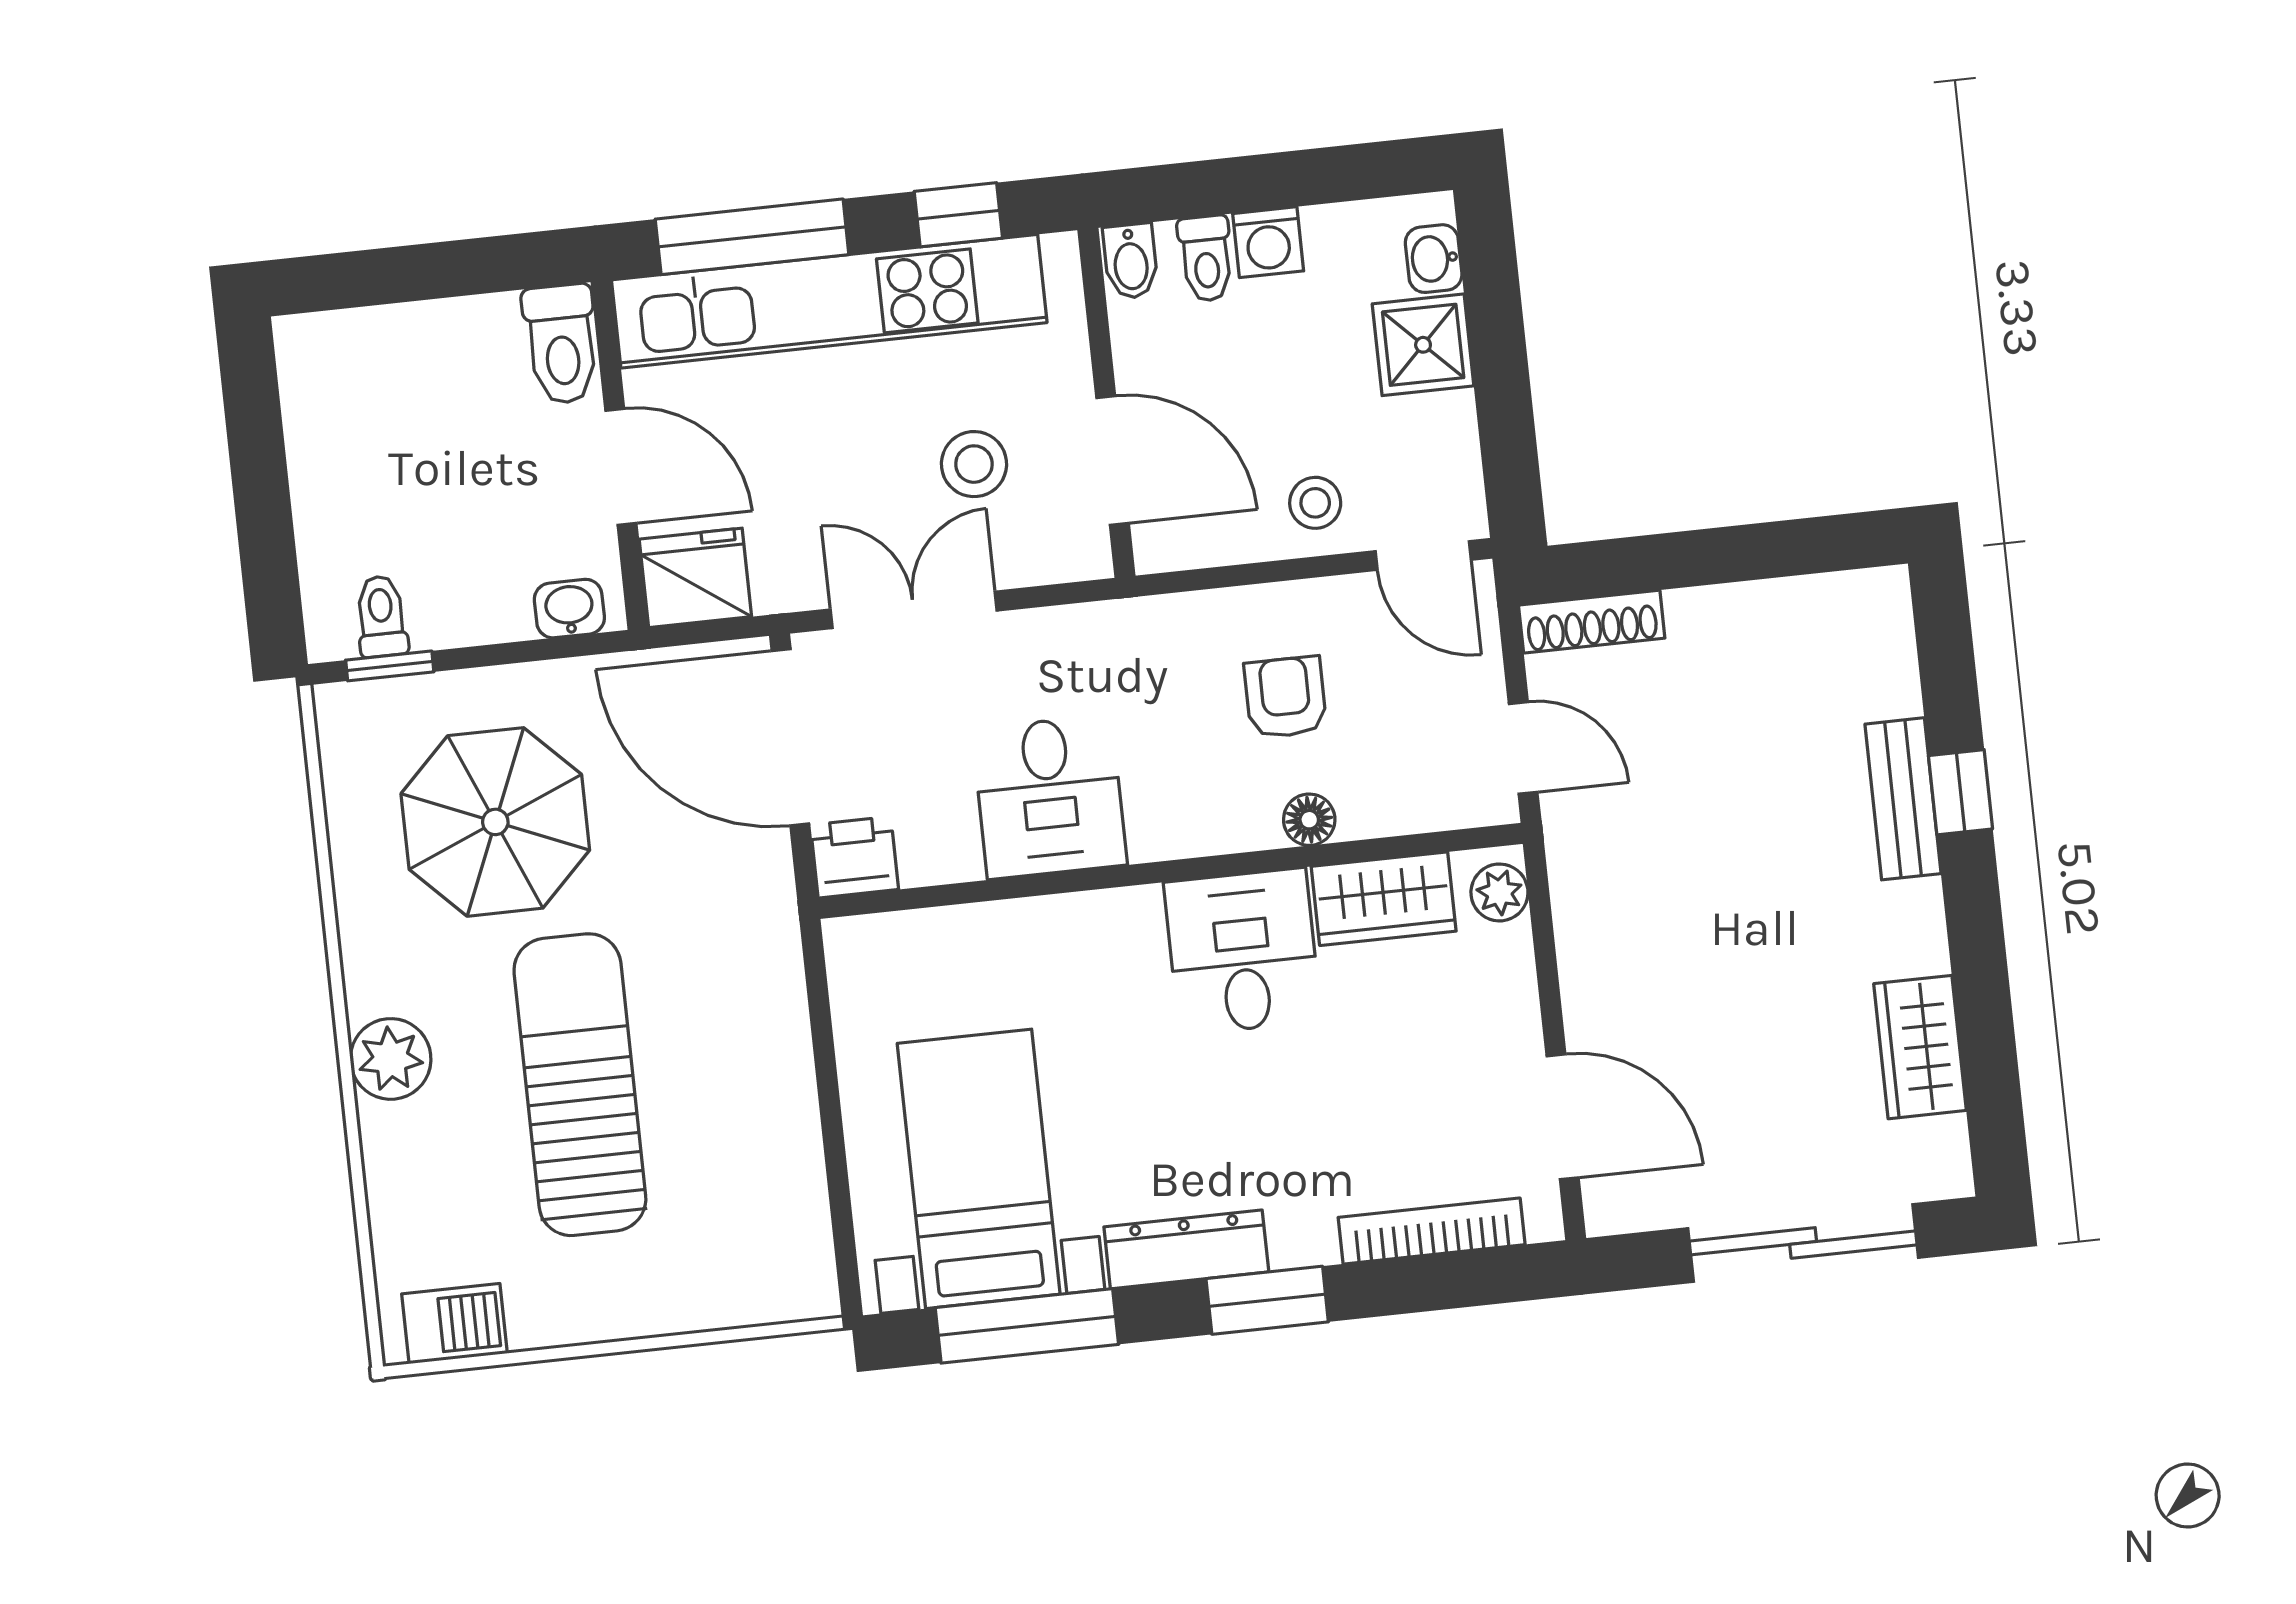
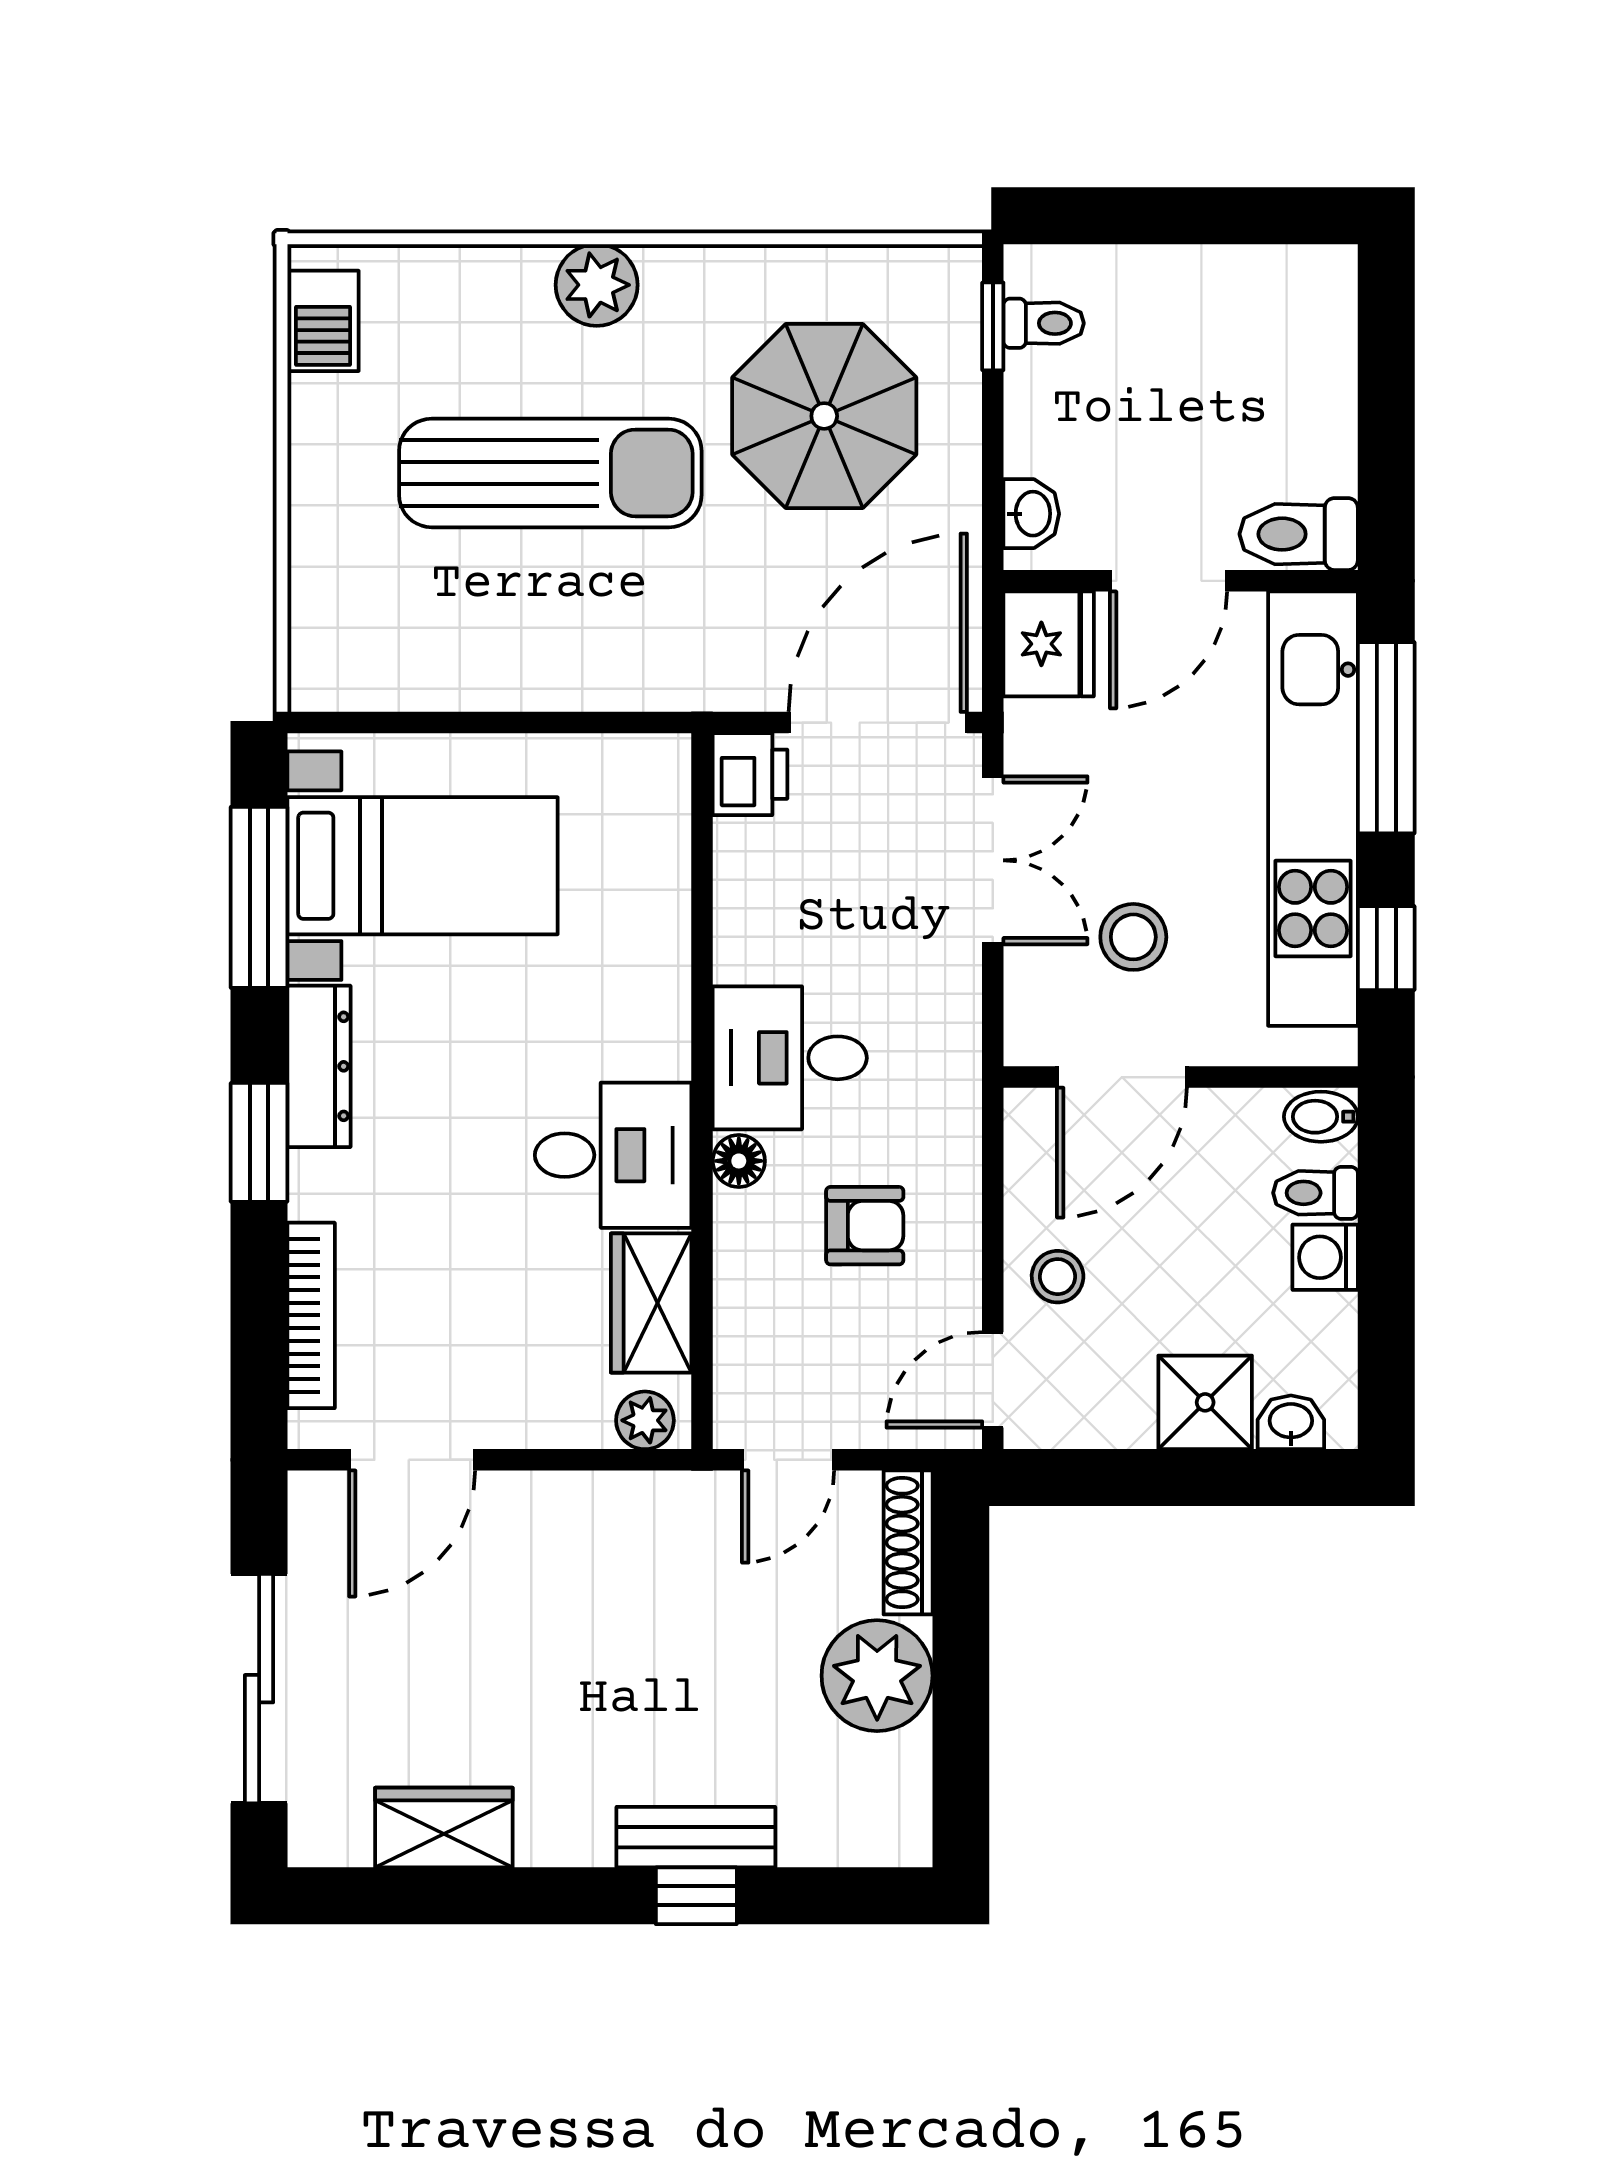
plant: (1726, 638) -> (877, 1676), added
desk: (1049, 797) -> (790, 1058), moved
floor lamp: (1309, 820) -> (739, 1161), moved

